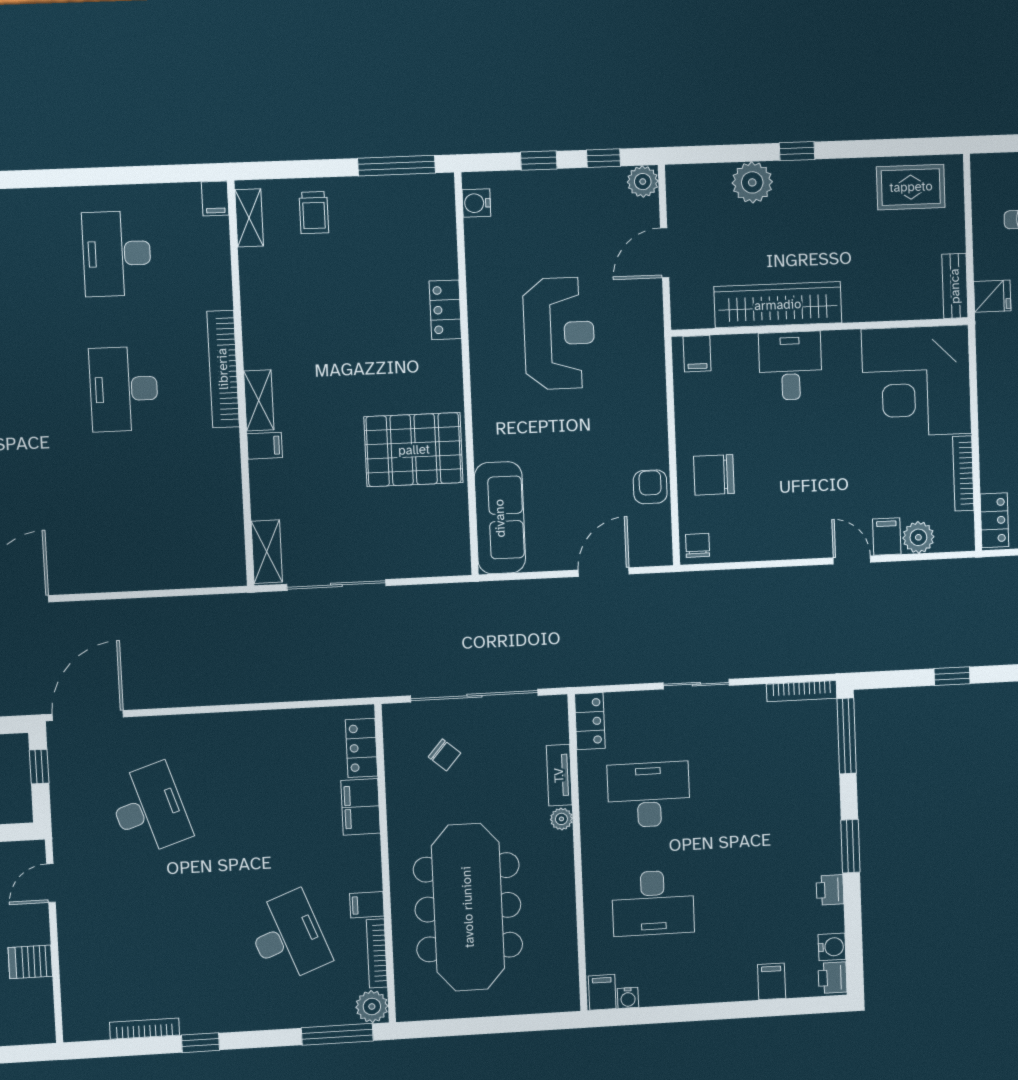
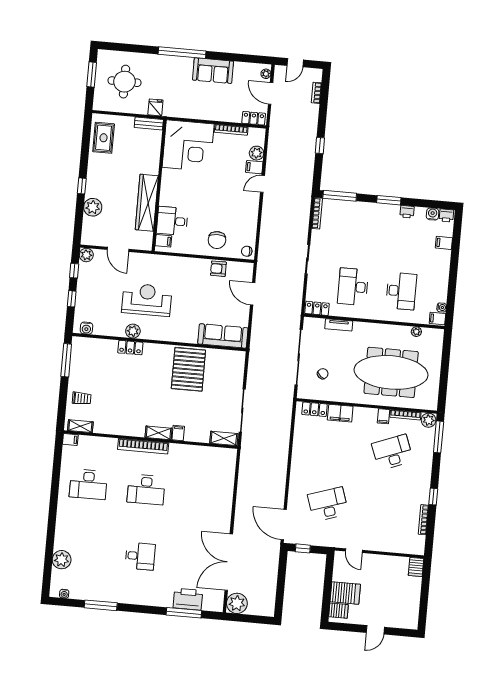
plant: (484, 311) -> (133, 331), added
desk: (790, 366) -> (172, 221), moved
plant: (561, 819) -> (416, 332), moved
server rack: (30, 962) -> (416, 567), moved

